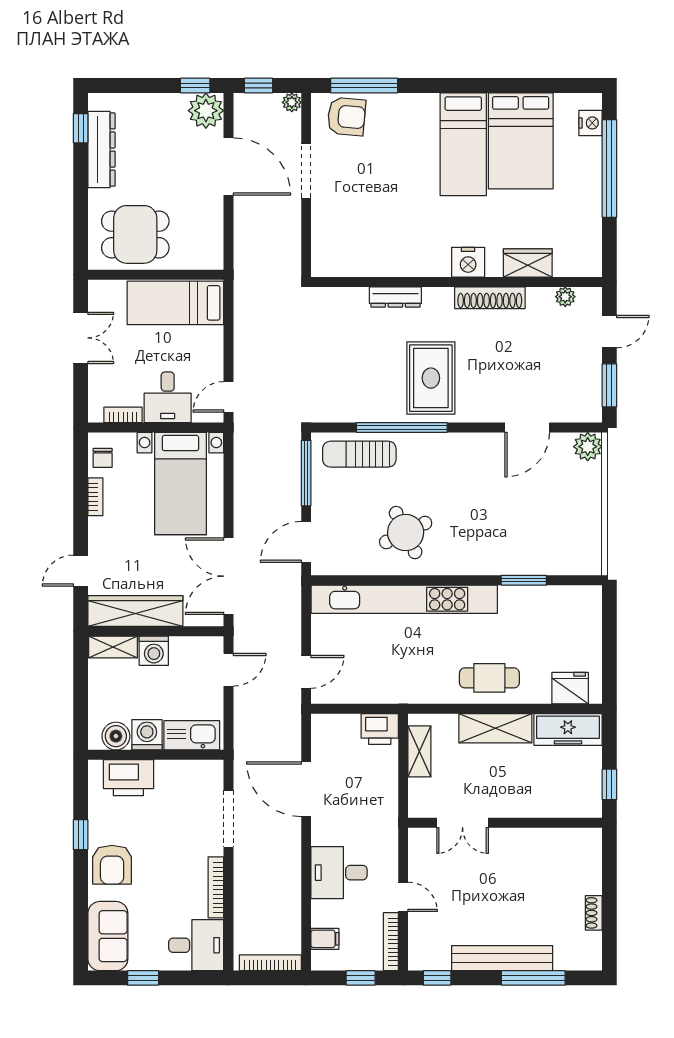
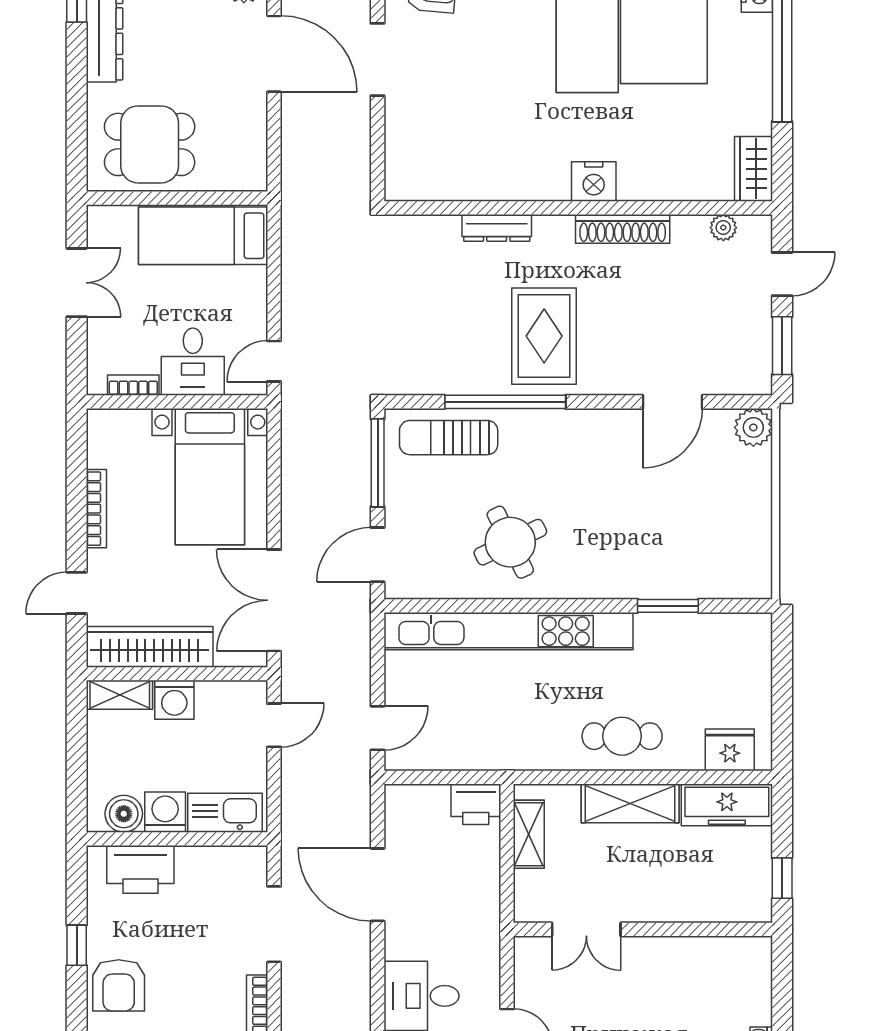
wardrobe: (528, 263) -> (753, 169), moved, turned -90
chair: (103, 458) -> (106, 443), removed
bookcase: (95, 497) -> (96, 509), width x1.56

